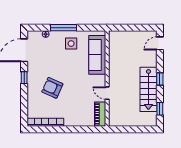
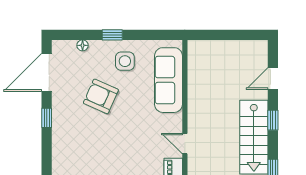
window: (64, 28) -> (112, 35), width x0.46
door: (160, 43) -> (273, 78), moved
armchair: (52, 88) -> (101, 96), moved

